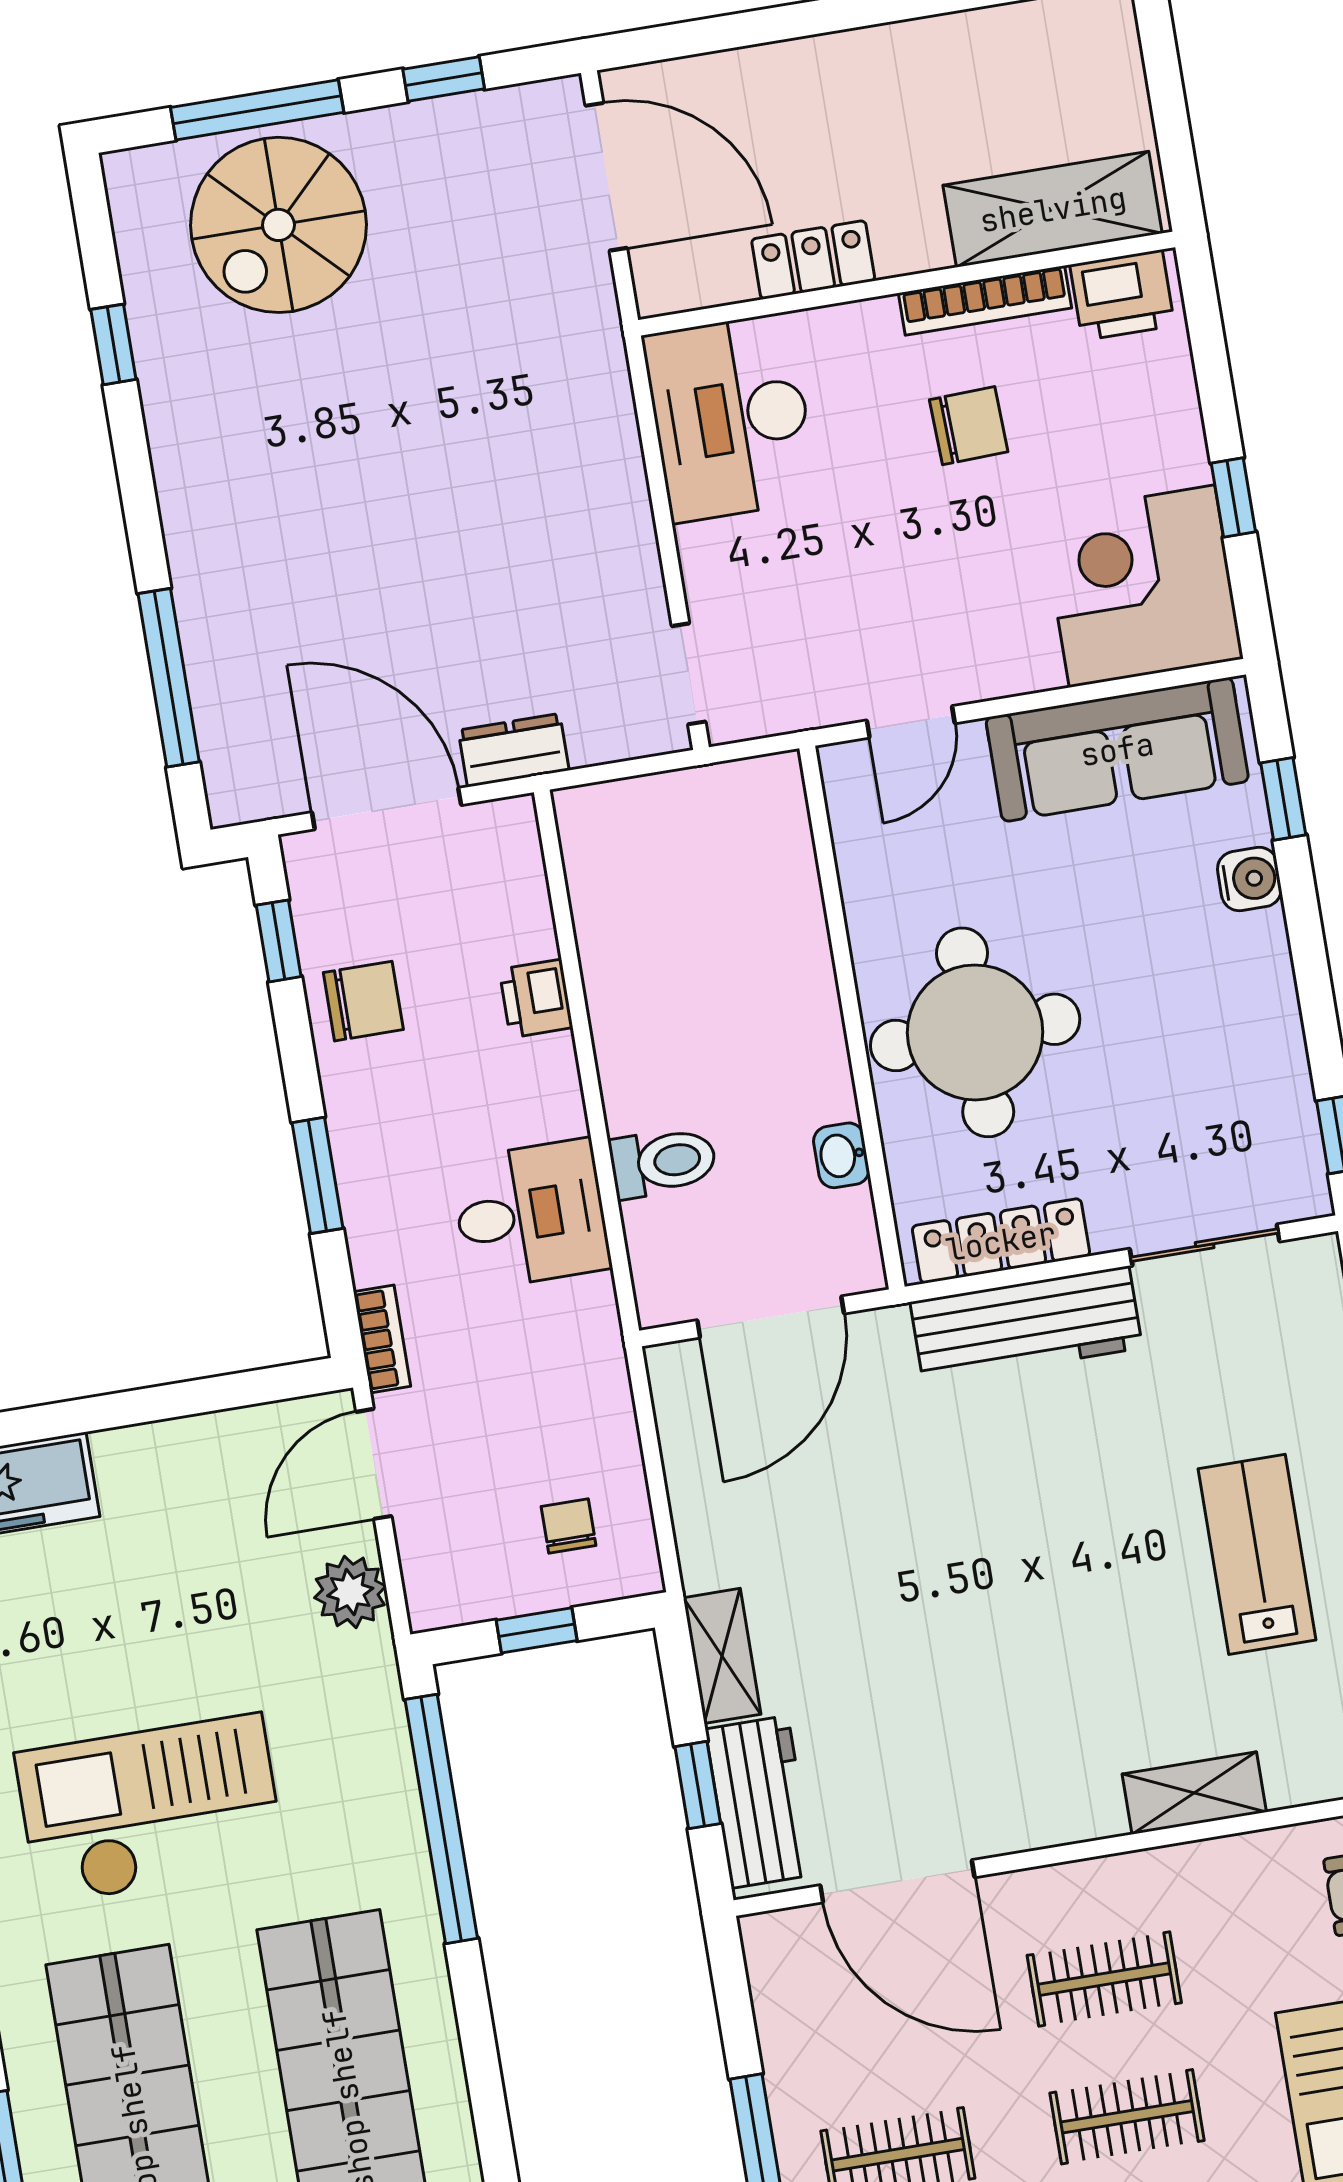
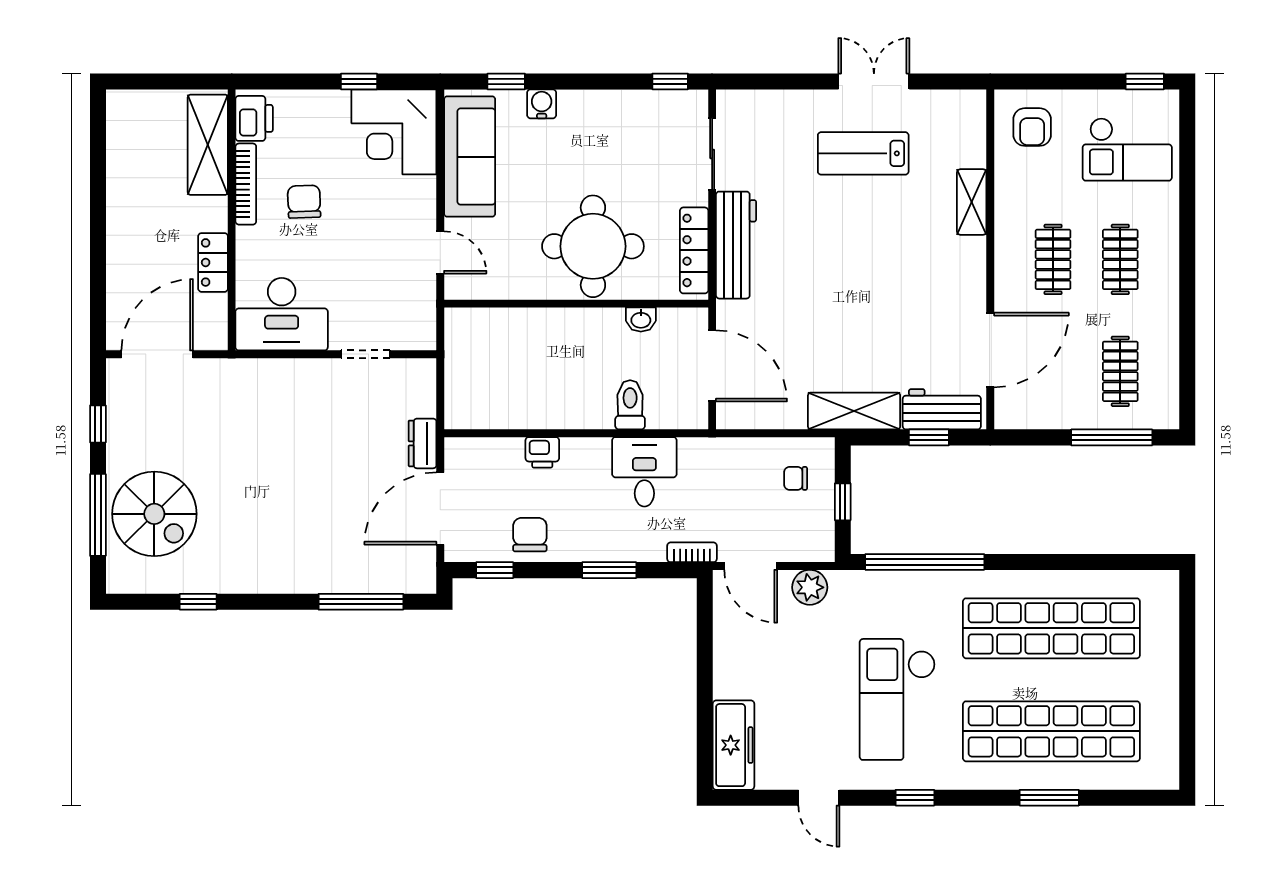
doorway: (689, 674) -> (366, 354), moved
shelving: (722, 1656) -> (854, 411), width x1.50, depth x1.33

